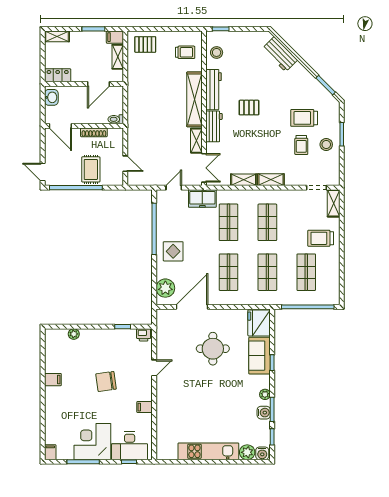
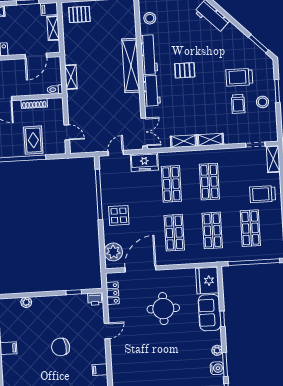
trolley: (185, 52) -> (119, 20), removed
shelving: (196, 141) -> (71, 77), moved
locker: (162, 330) -> (113, 293), added

